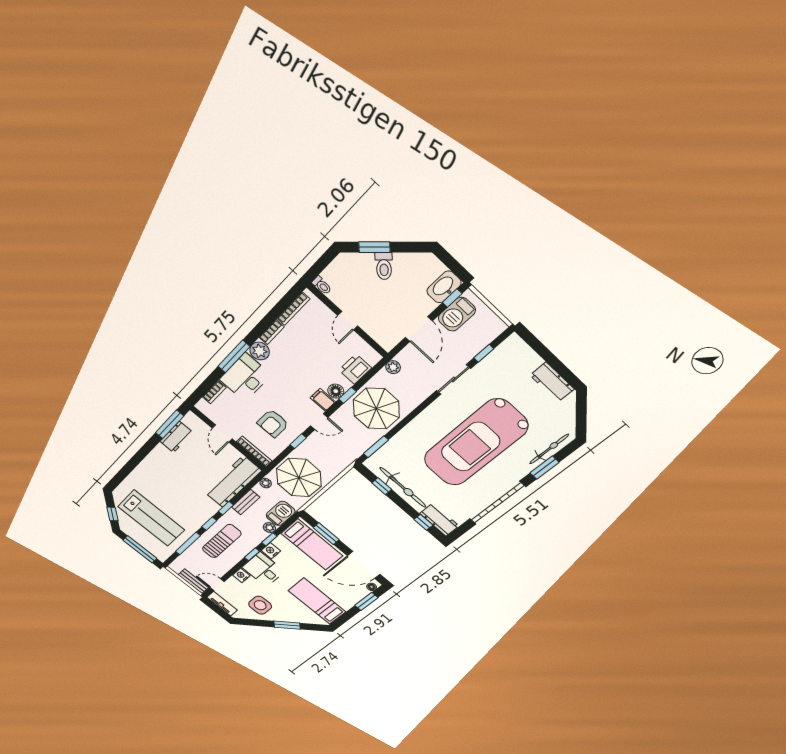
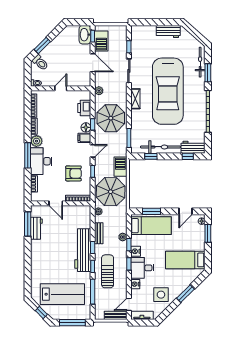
toilet: (384, 266) -> (40, 63), moved
door: (348, 321) -> (61, 88), swing flipped
shelving: (428, 416) -> (135, 99), added
armchair: (273, 423) -> (74, 173), turned -90
workbench: (233, 482) -> (83, 250), moved
barbecue: (281, 513) -> (120, 167), moved
door: (364, 565) -> (185, 211), width x0.53

